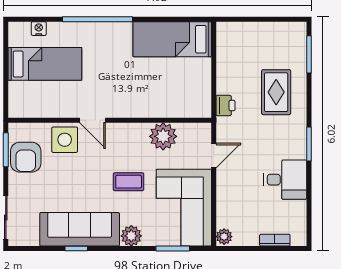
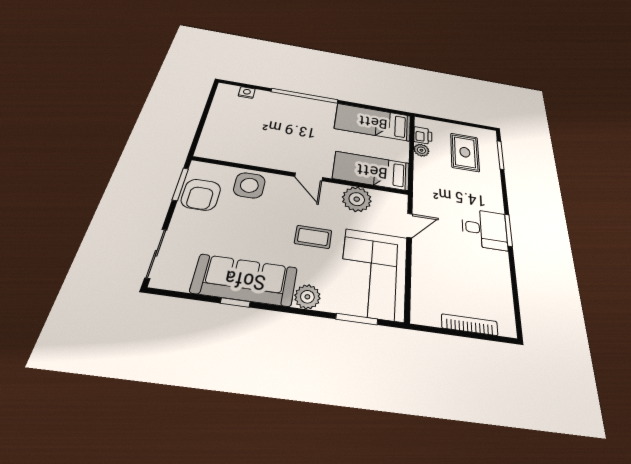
bed: (45, 64) -> (372, 171), moved, turned 180
rug: (276, 92) -> (465, 152), moved
printer: (225, 106) -> (423, 135), moved
door: (93, 120) -> (309, 177), moved
desk: (285, 180) -> (484, 229), moved
plant: (224, 237) -> (421, 150), moved
bookcase: (275, 240) -> (470, 325), width x1.56

